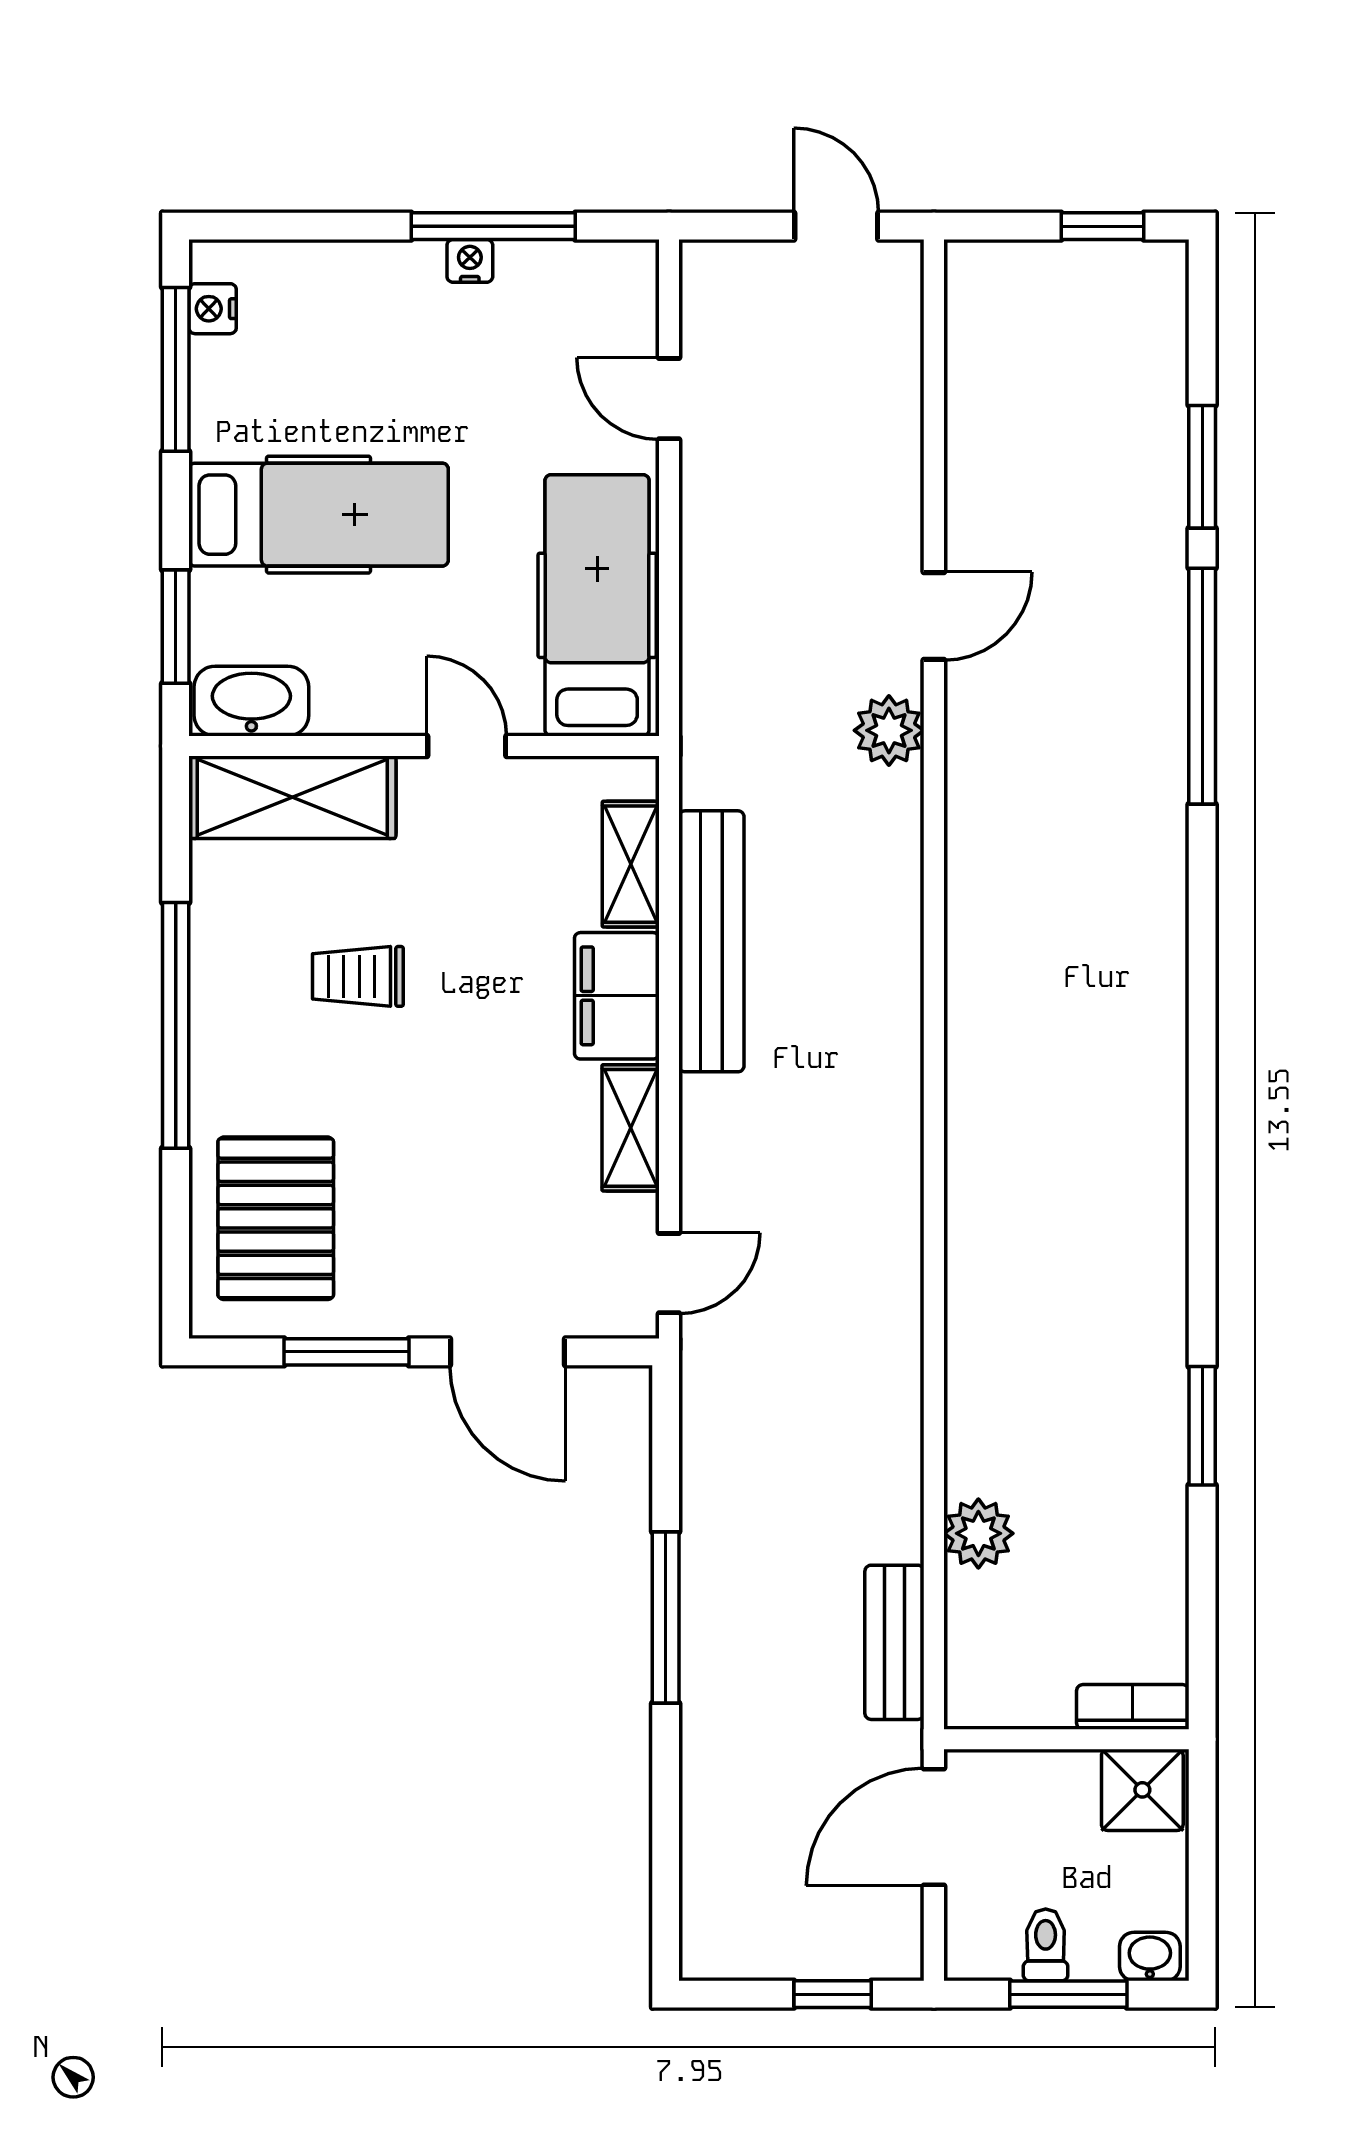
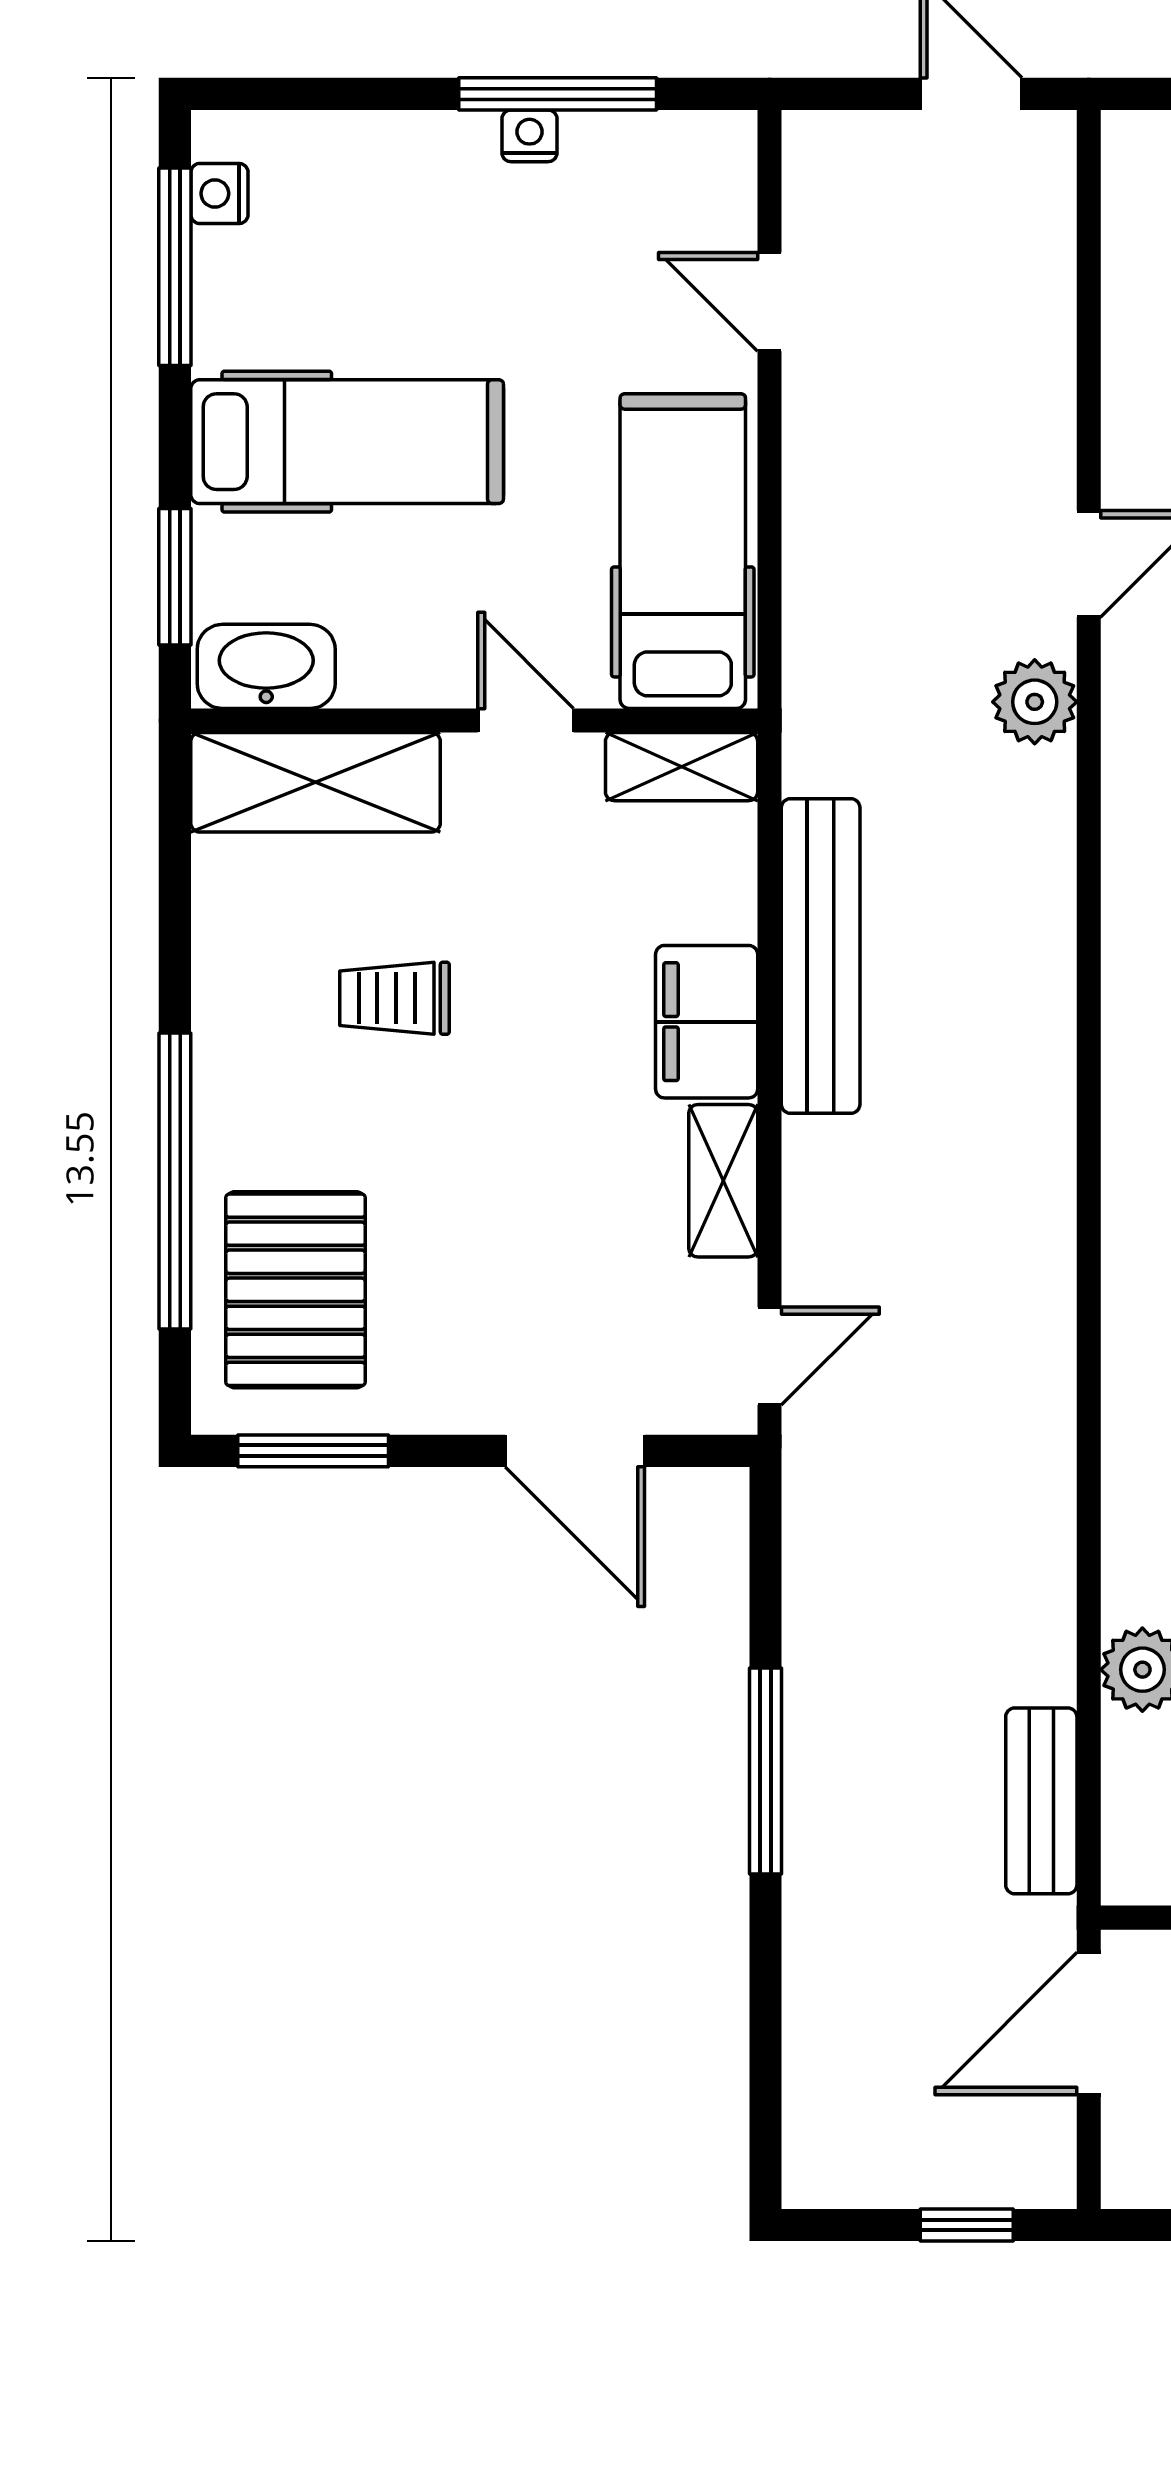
shelving: (631, 864) -> (682, 767), moved, turned 90
window: (176, 1025) -> (175, 1181), moved
window: (347, 1352) -> (313, 1451), moved

